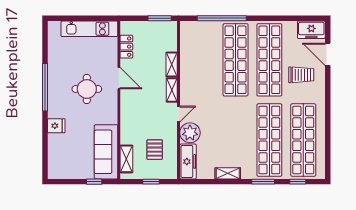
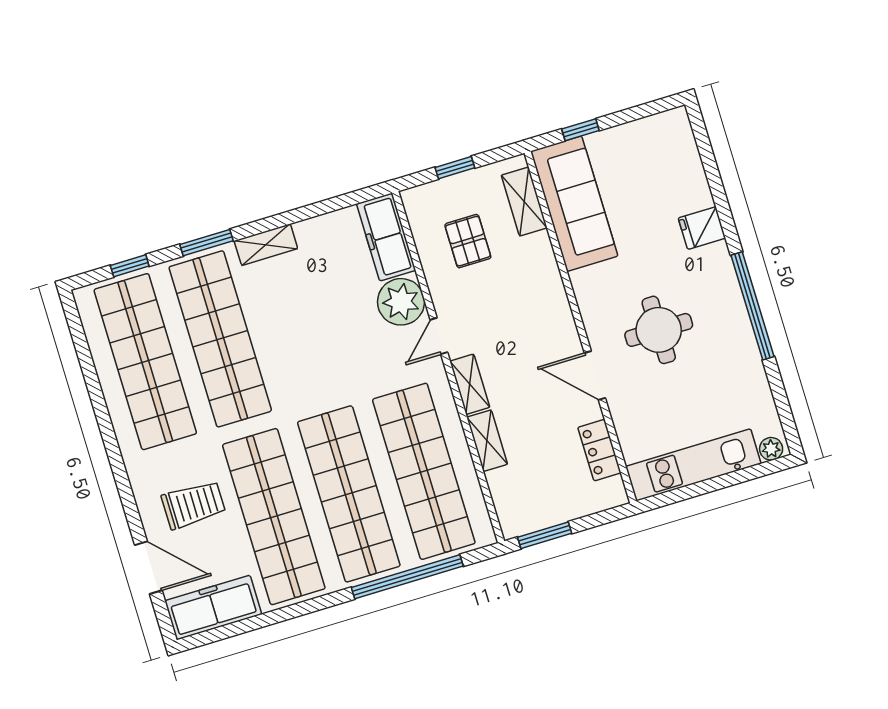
plant: (55, 26) -> (771, 449), added
freezer: (311, 30) -> (213, 608), width x1.40
shop shelf: (202, 60) -> (424, 471), added
trolley: (301, 75) -> (193, 505), turned 180
shelving: (228, 173) -> (266, 245), moved

